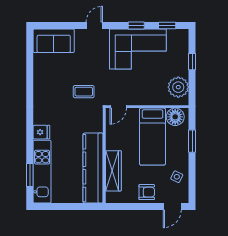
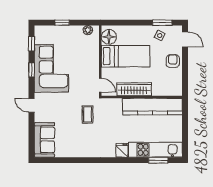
plant: (178, 87) -> (88, 30), width x0.53, depth x0.53
window: (192, 141) -> (162, 23), moved
wardrobe: (113, 171) -> (134, 89), moved

